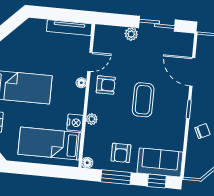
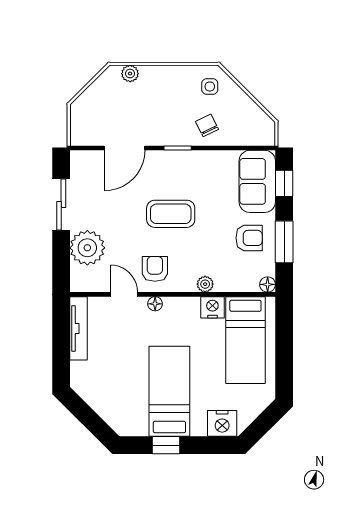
plant: (131, 34) -> (87, 248), width x1.88, depth x1.88

